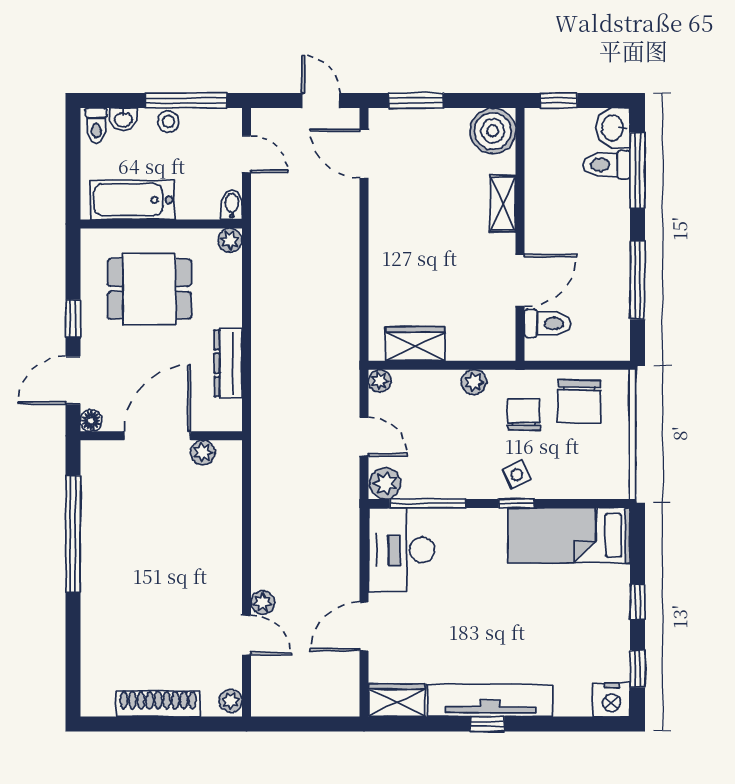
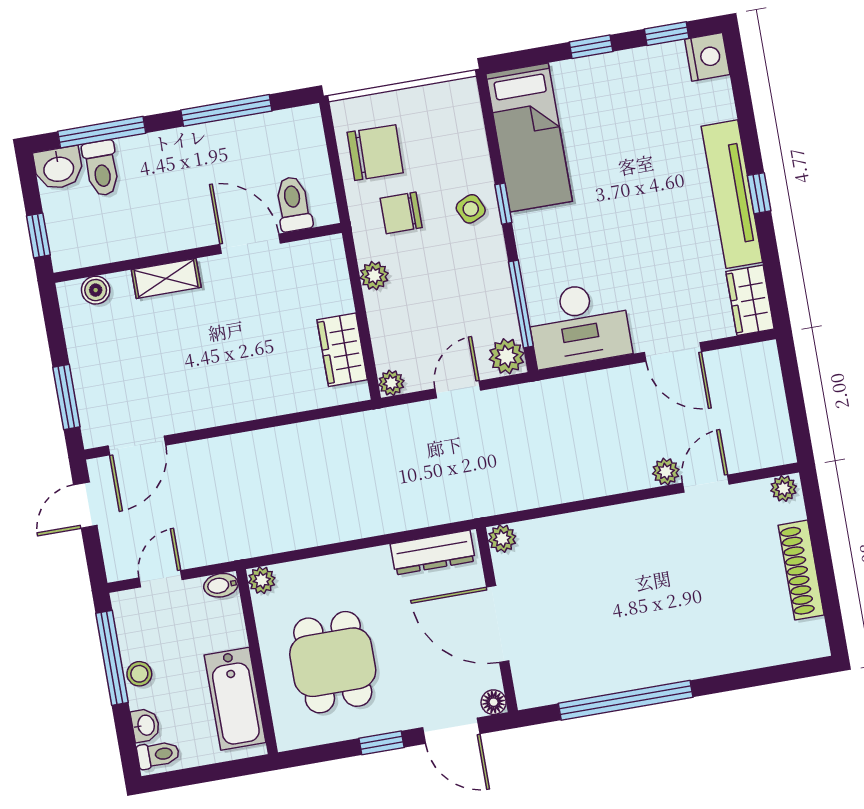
boiler: (493, 131) -> (96, 290), width x0.54, depth x0.54
dresser: (228, 363) -> (433, 552), moved
plant: (203, 452) -> (502, 539), moved

